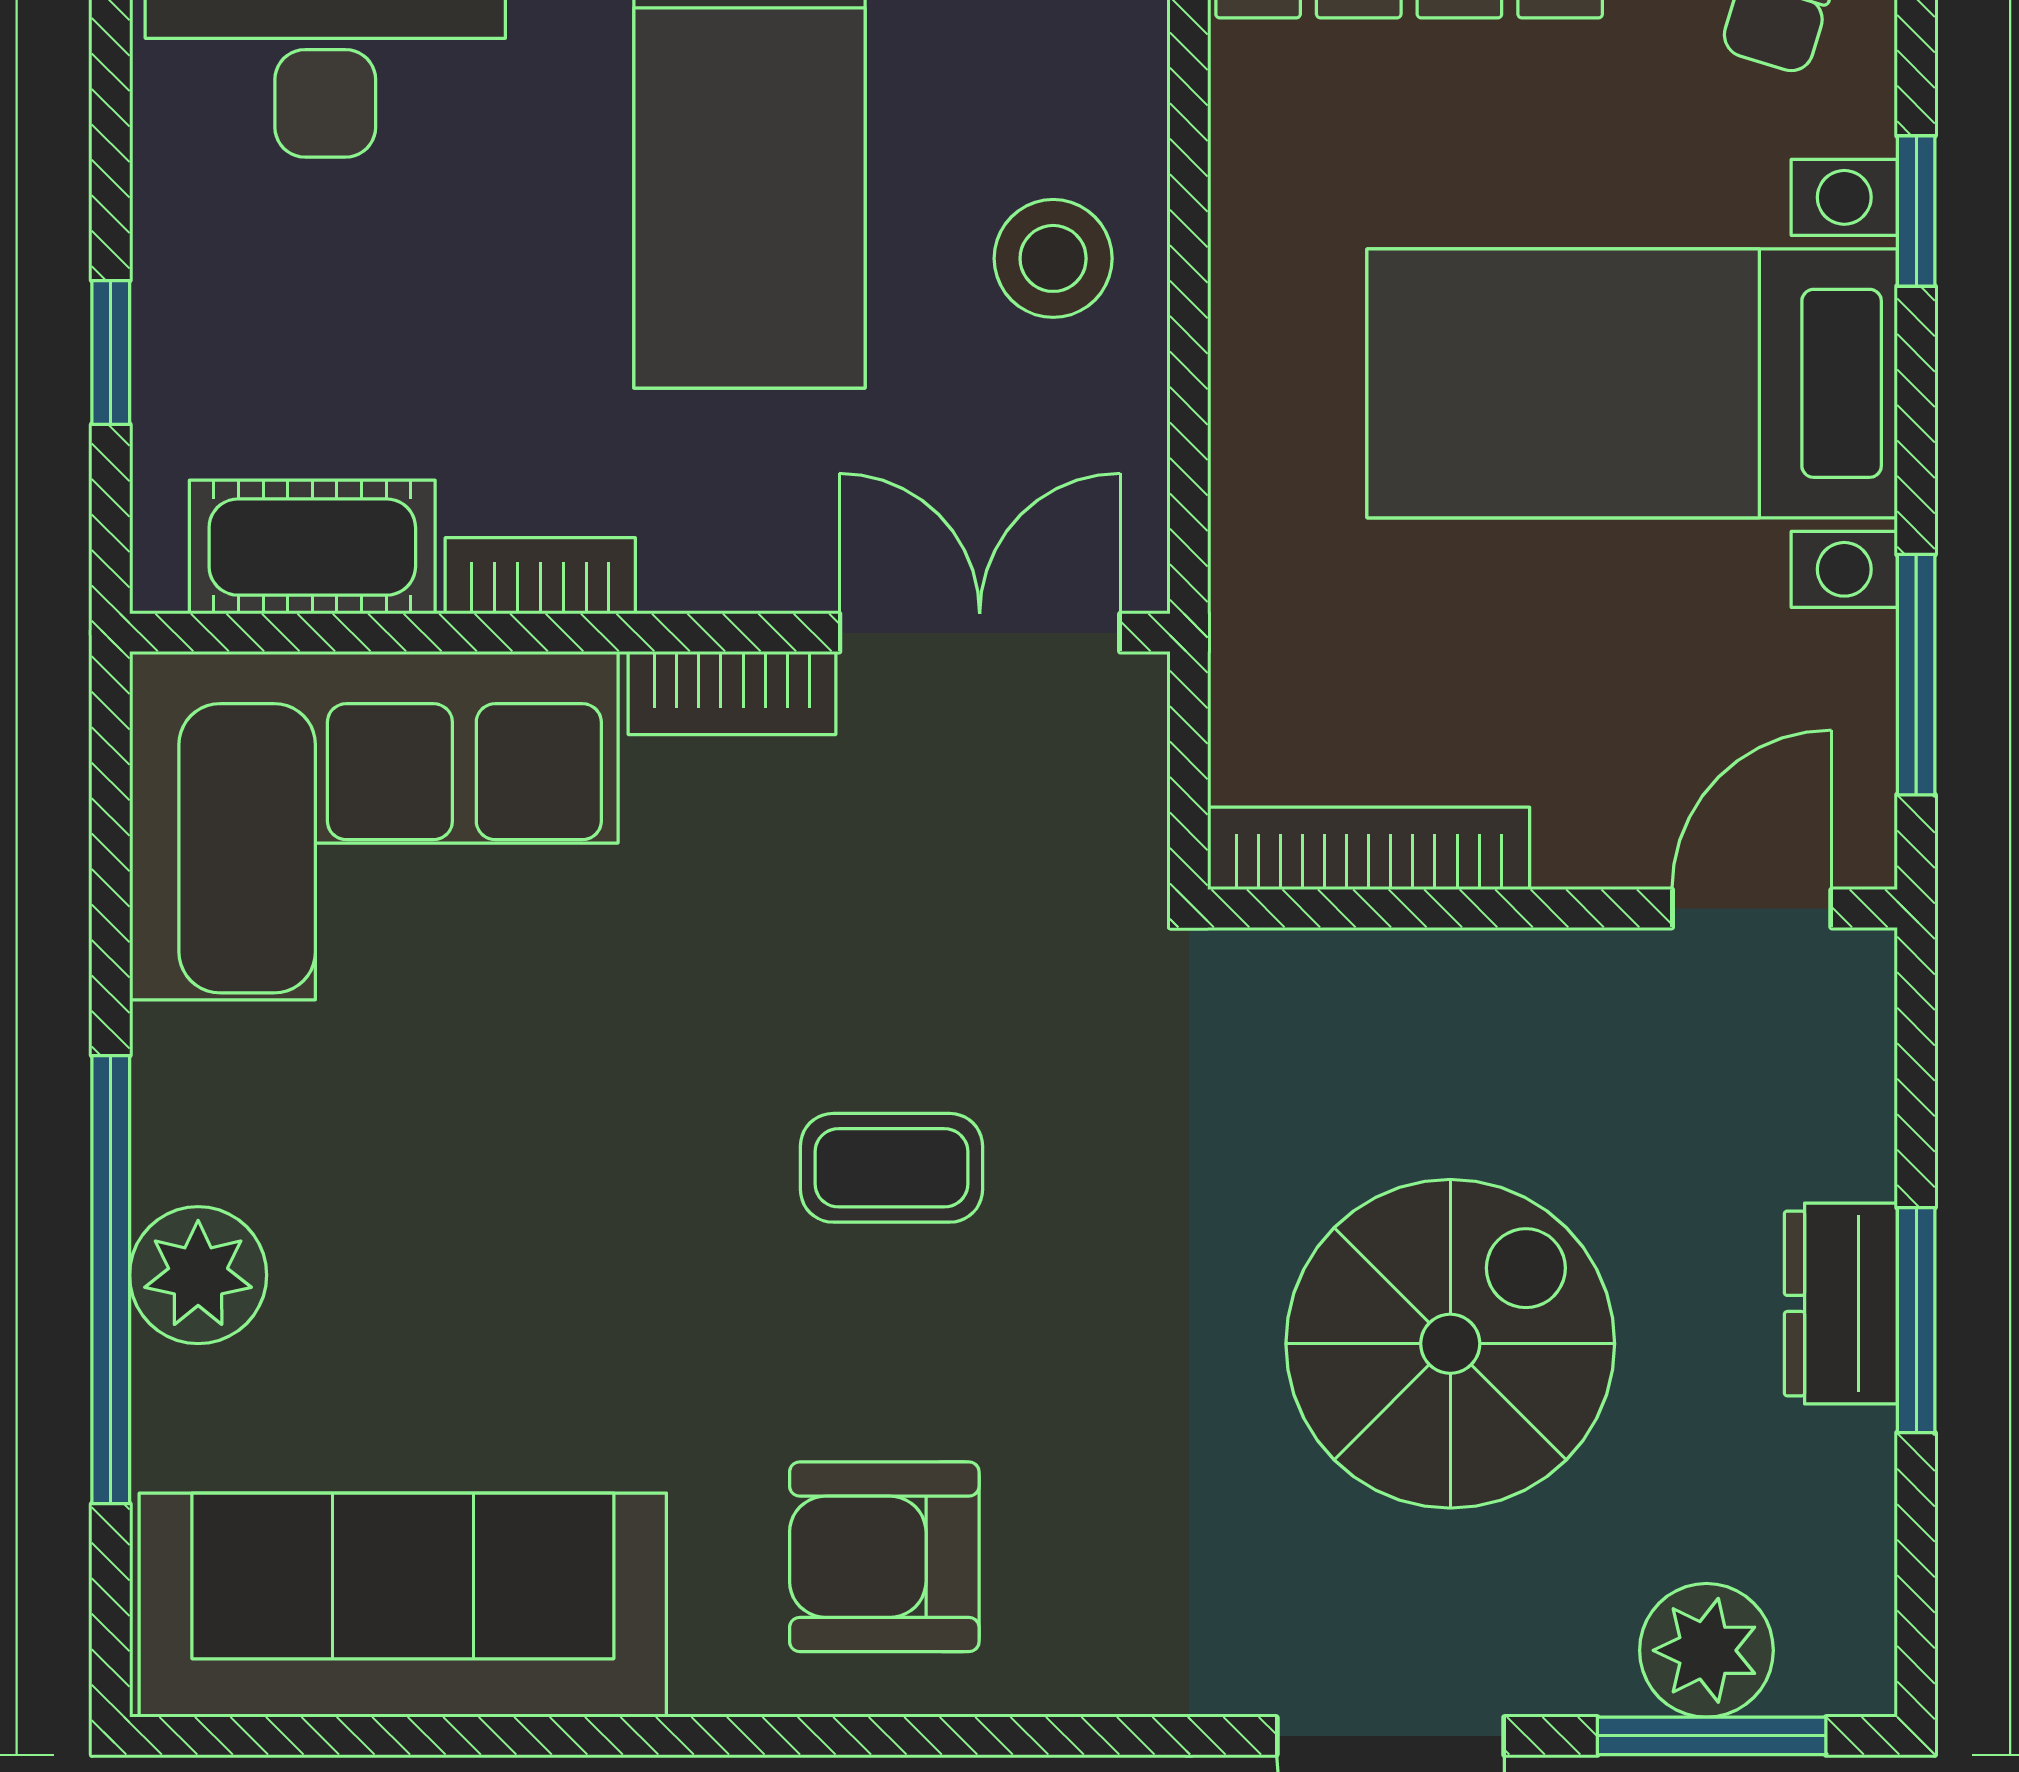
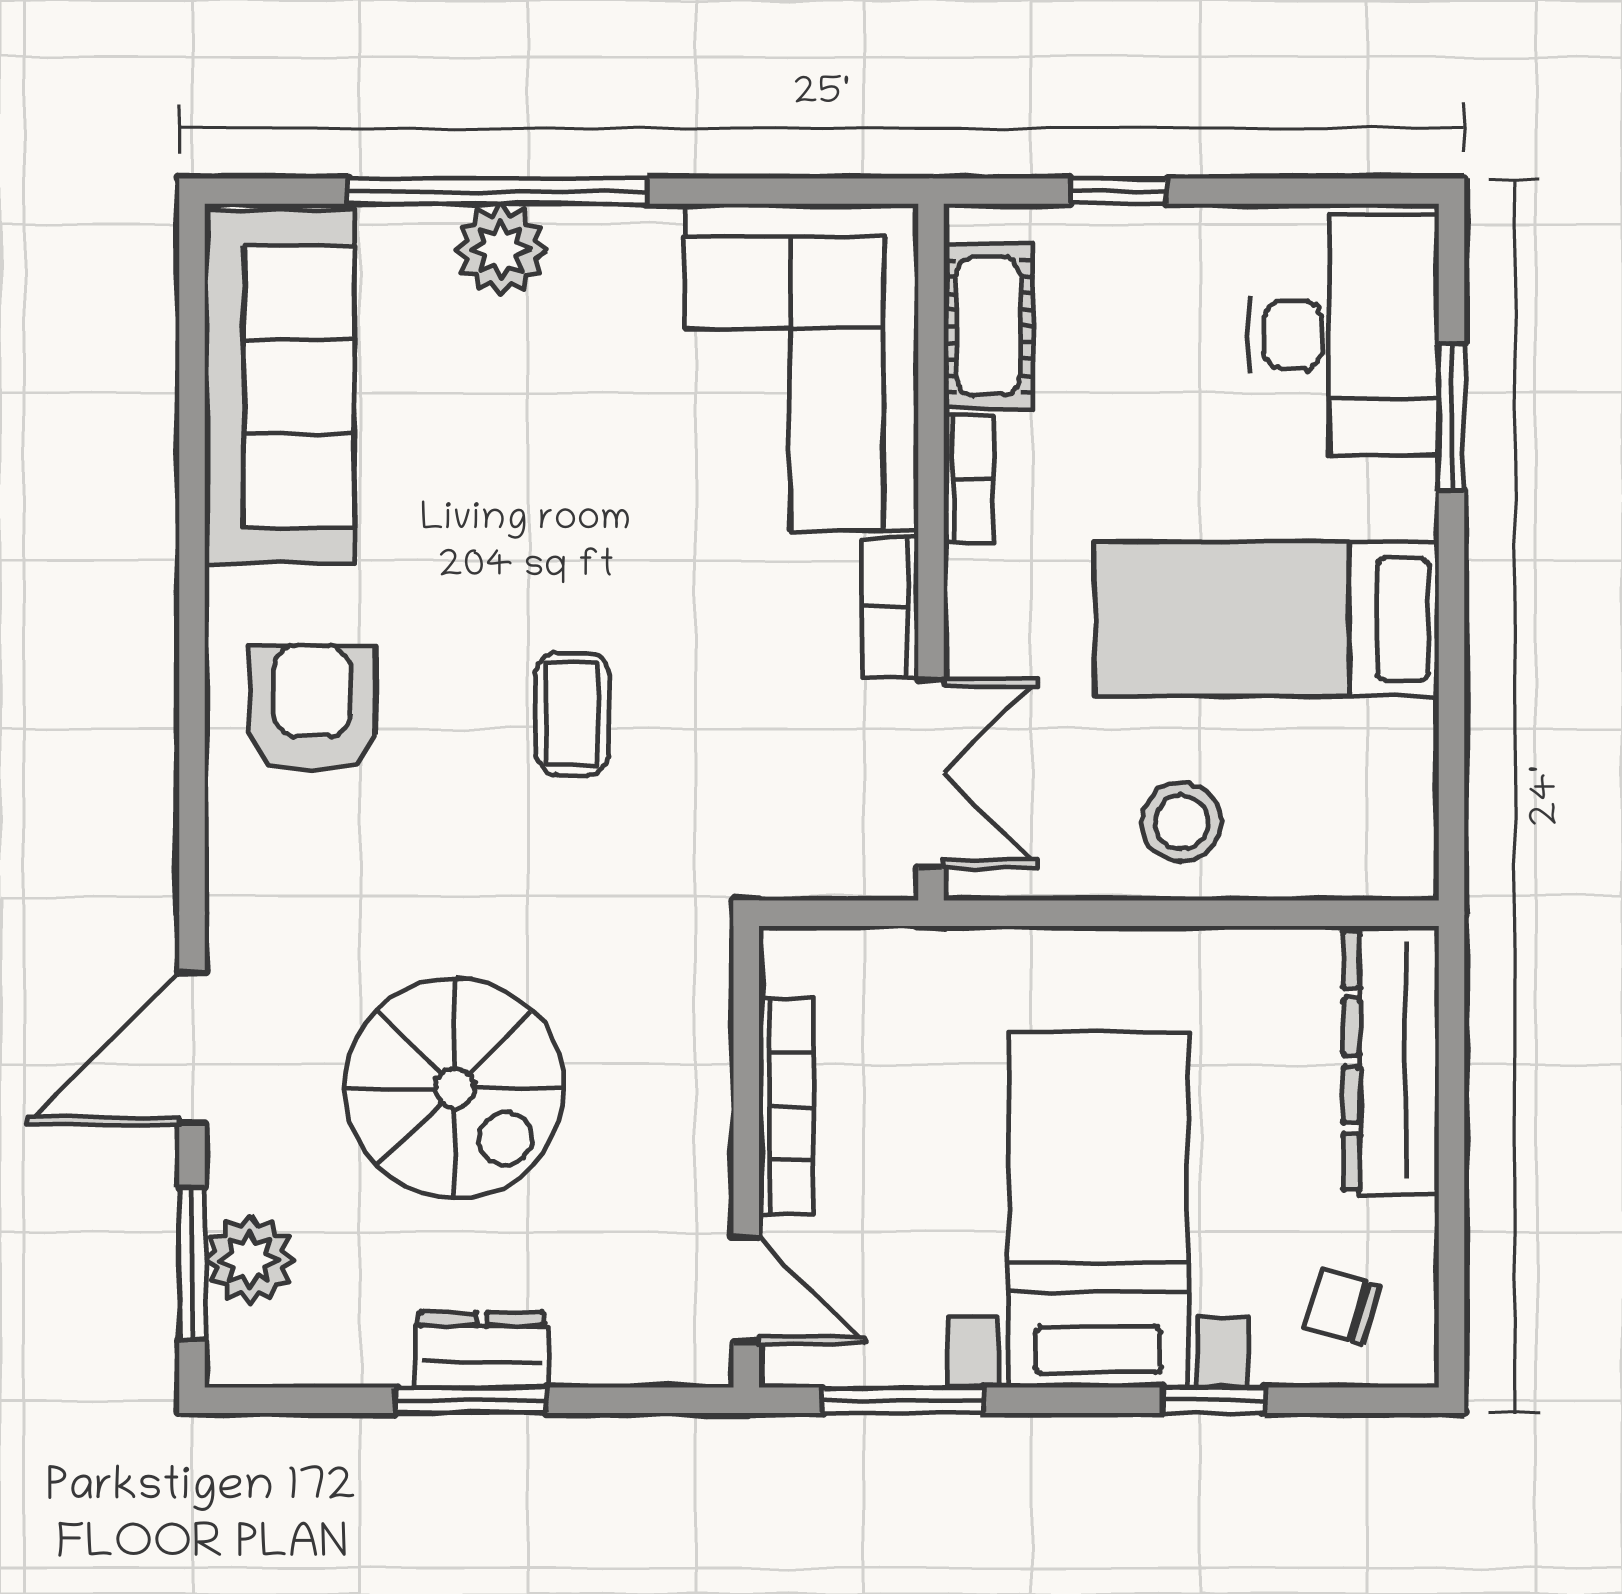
bookcase: (1369, 848) -> (786, 1106), moved

